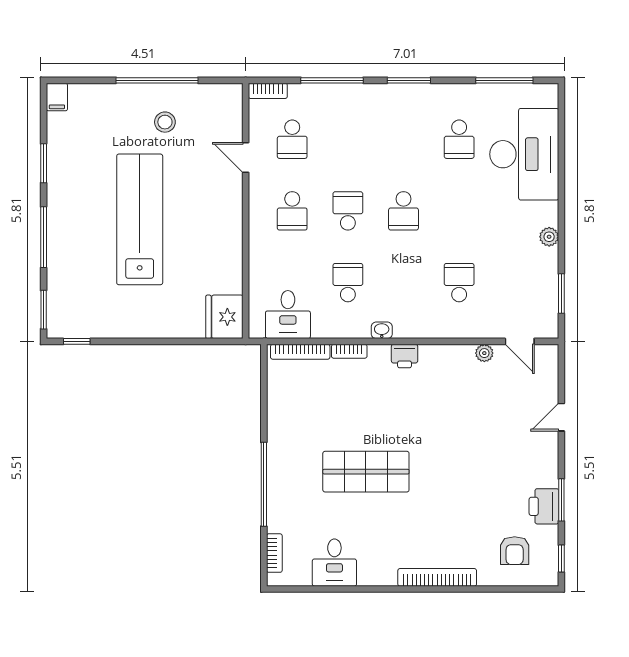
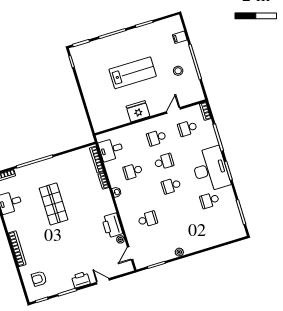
filing cabinet: (57, 97) -> (180, 37), moved
desk: (524, 154) -> (210, 169), moved, turned -90
lab bench: (140, 219) -> (133, 73), width x0.73
school desk: (348, 283) -> (133, 171), turned 180
fridge: (224, 317) -> (138, 111), moved
printer: (405, 356) -> (112, 225), moved, width x1.87, depth x1.48
printer: (544, 506) -> (81, 280), moved

